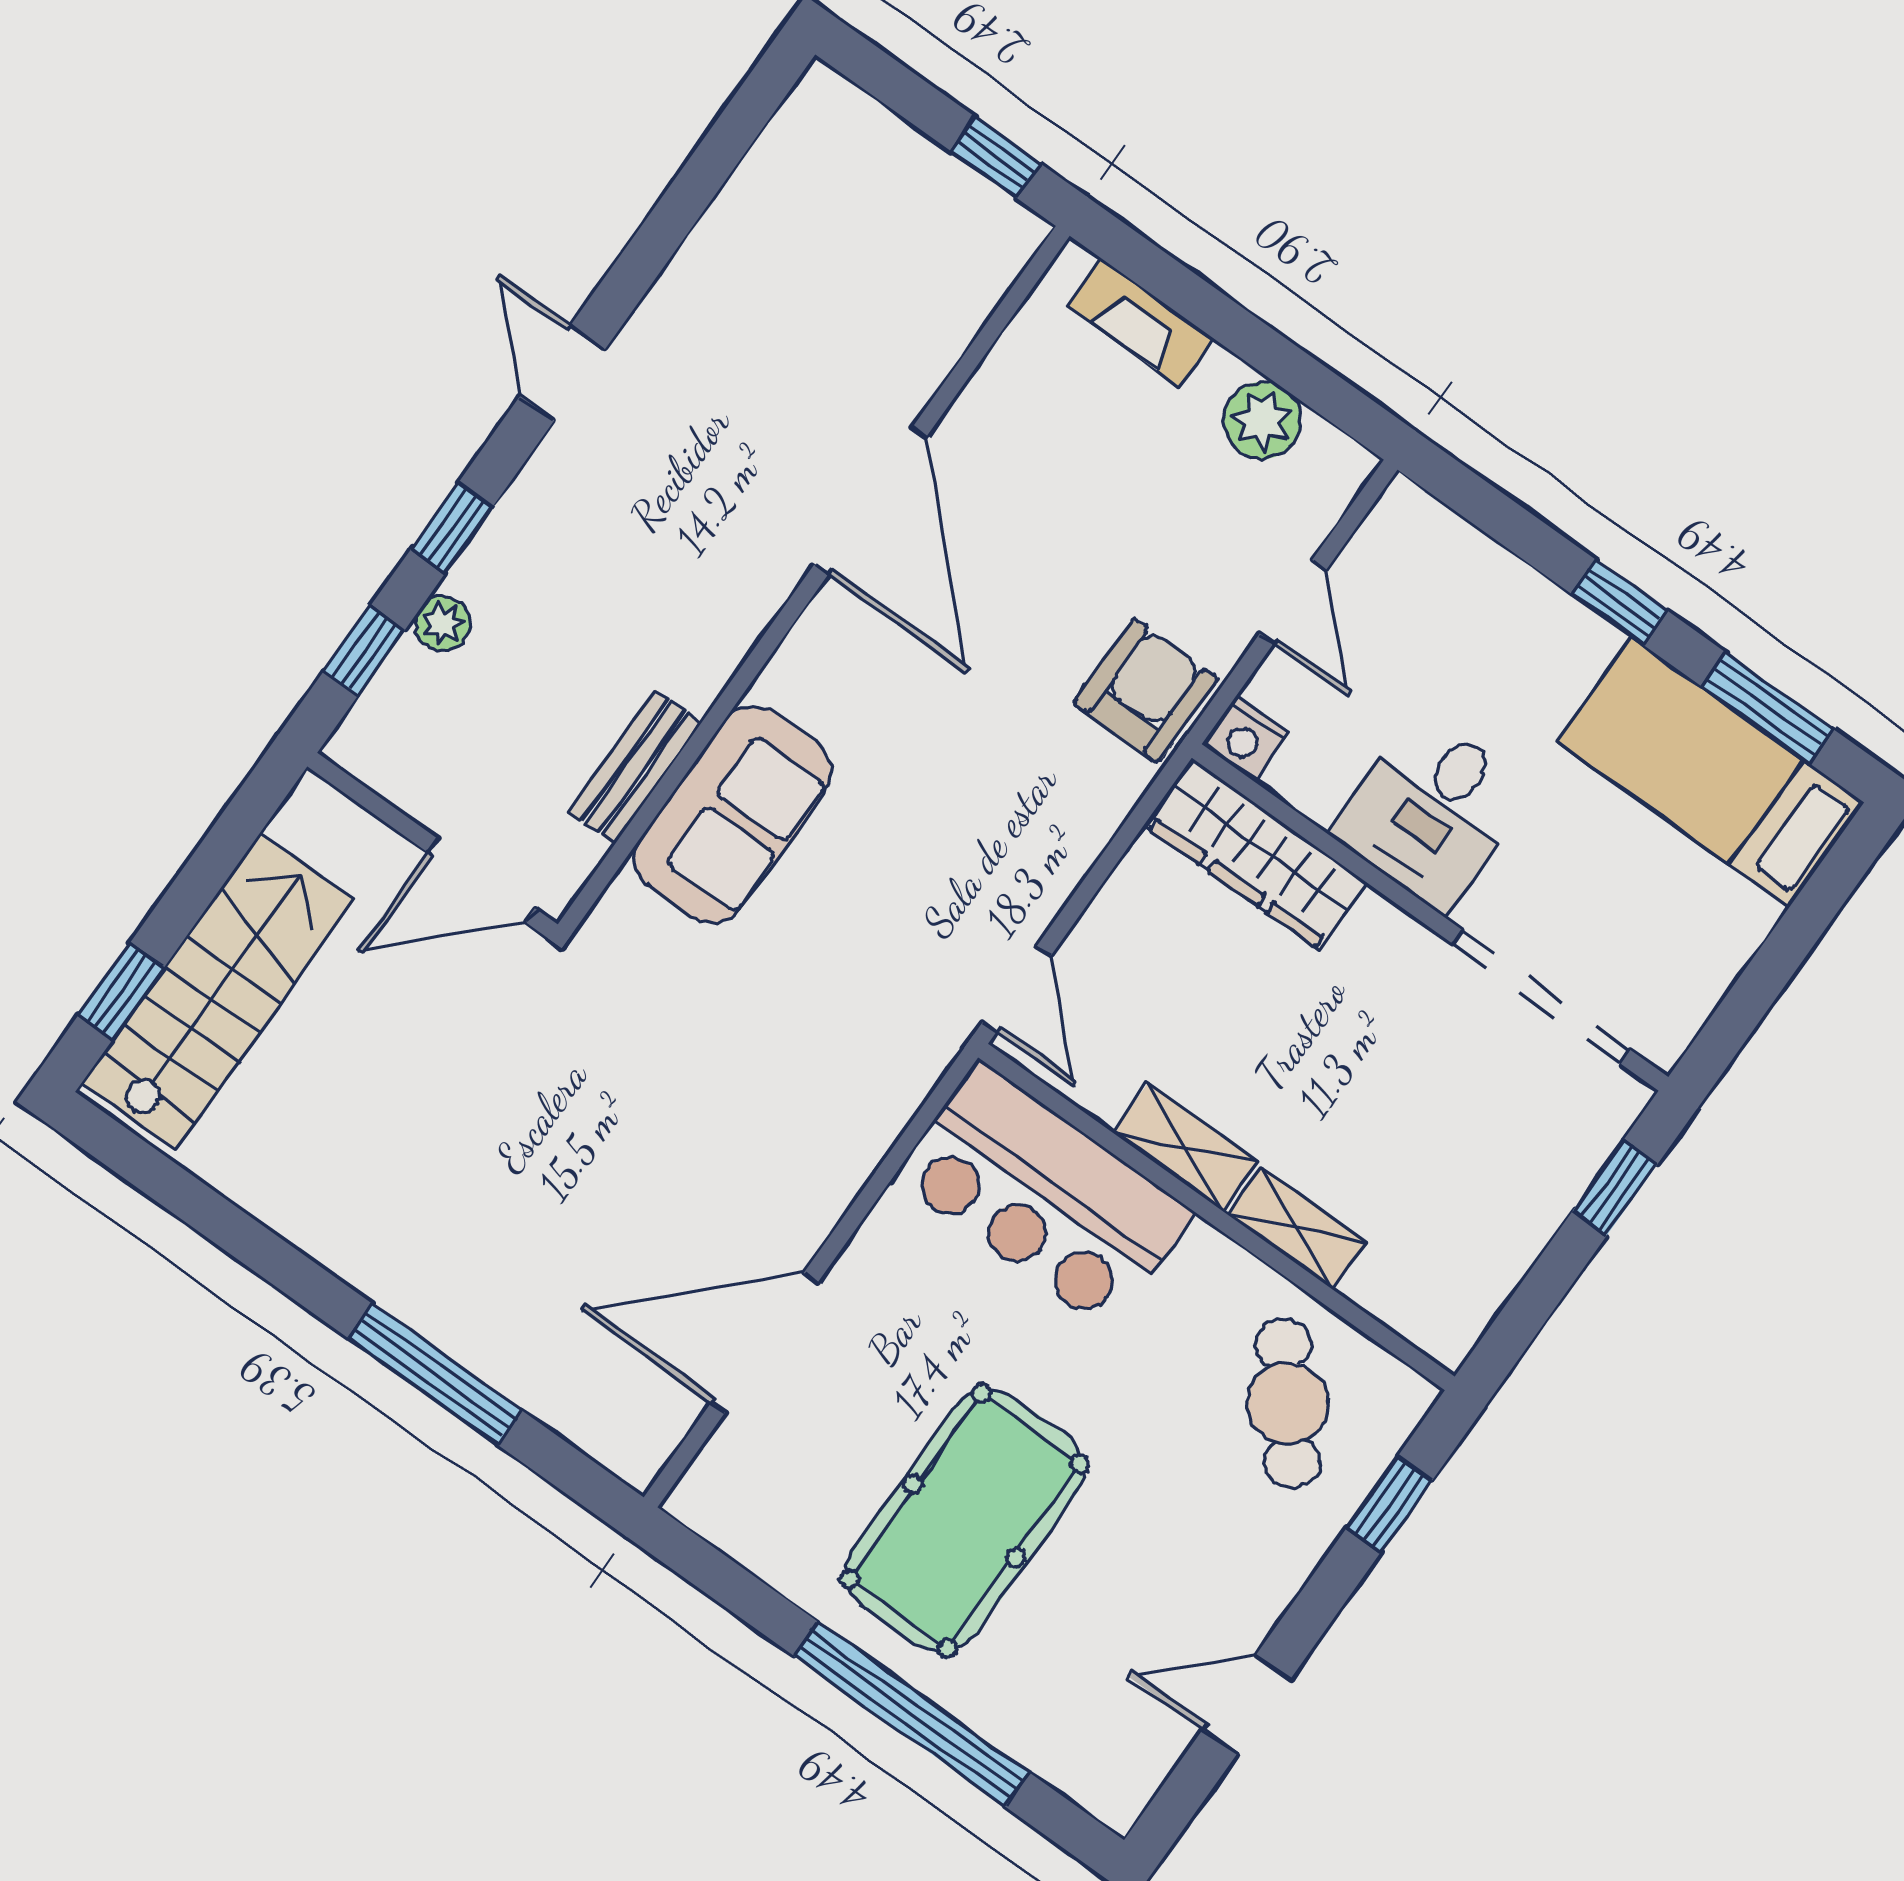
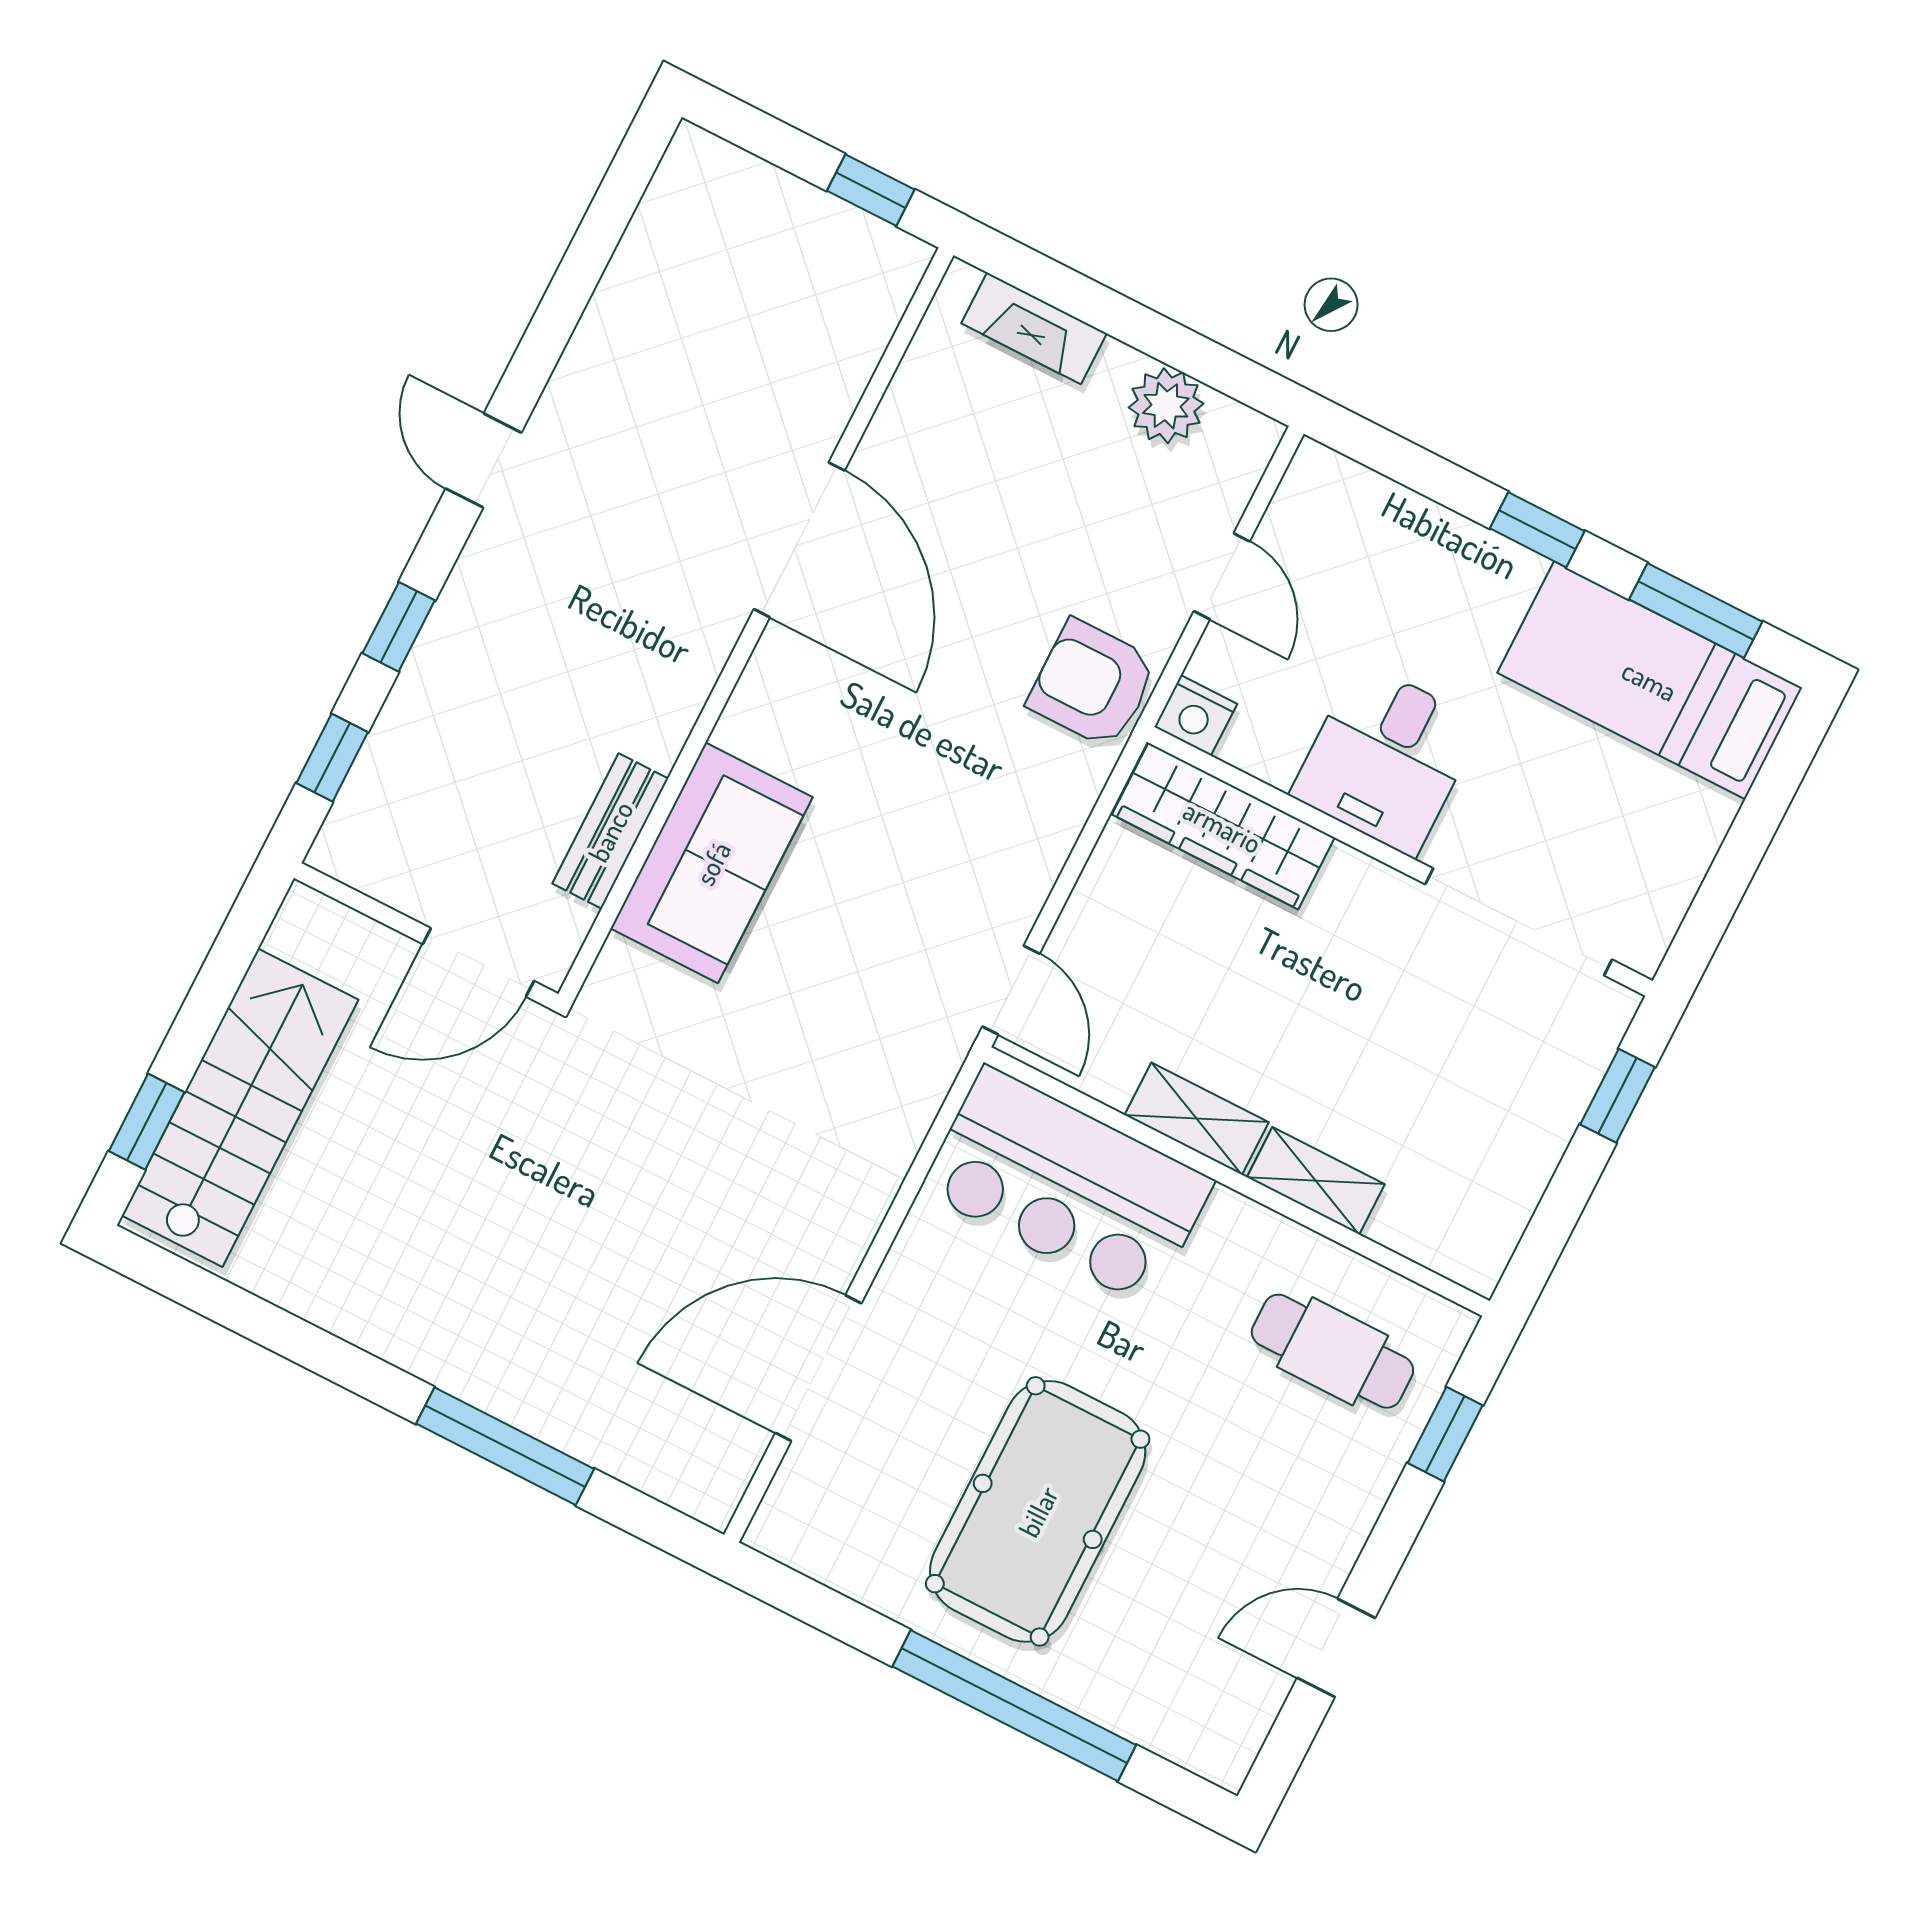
plant: (443, 624) -> (404, 720), removed
armchair: (1146, 691) -> (1092, 684), turned -90
cafe table: (1288, 1403) -> (1332, 1351), turned -50

